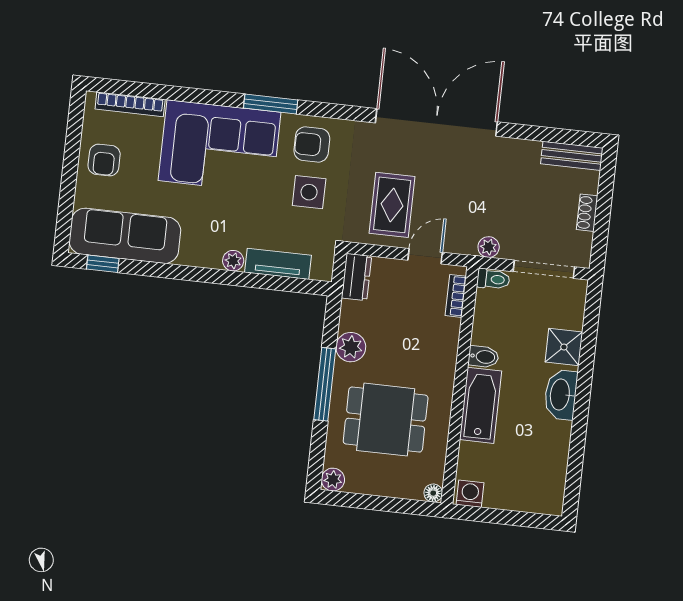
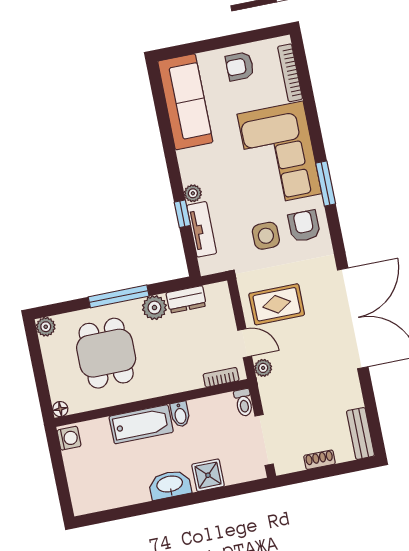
plant: (489, 247) -> (263, 368), moved
window: (103, 264) -> (182, 214), moved
dresser: (356, 277) -> (186, 299), moved

